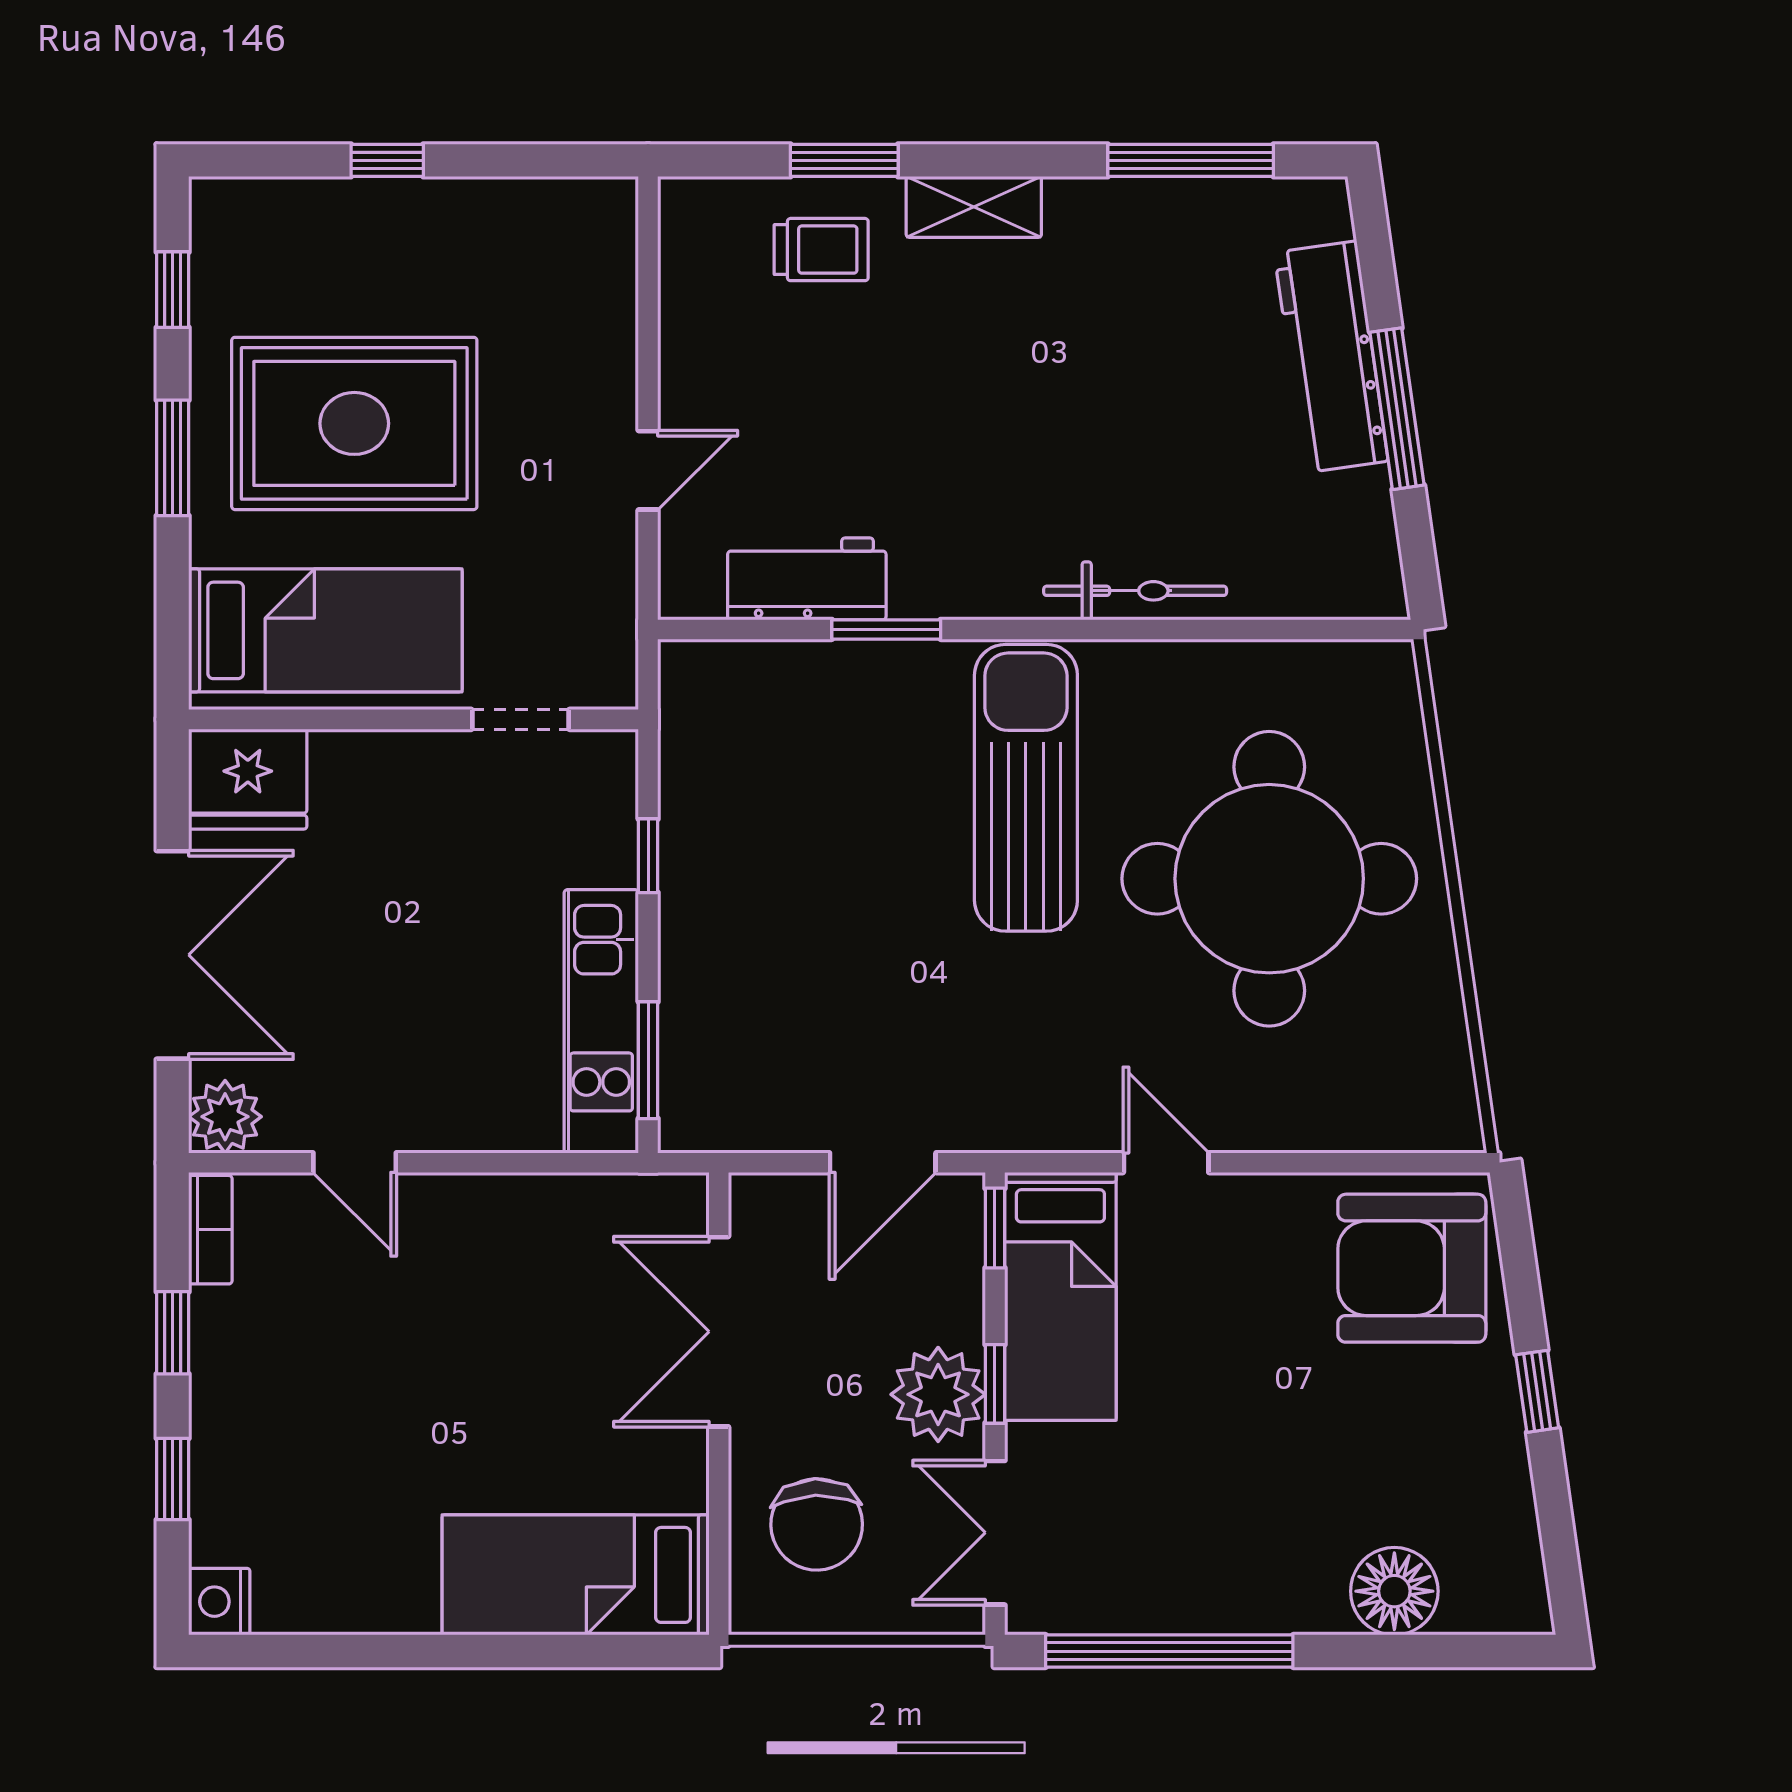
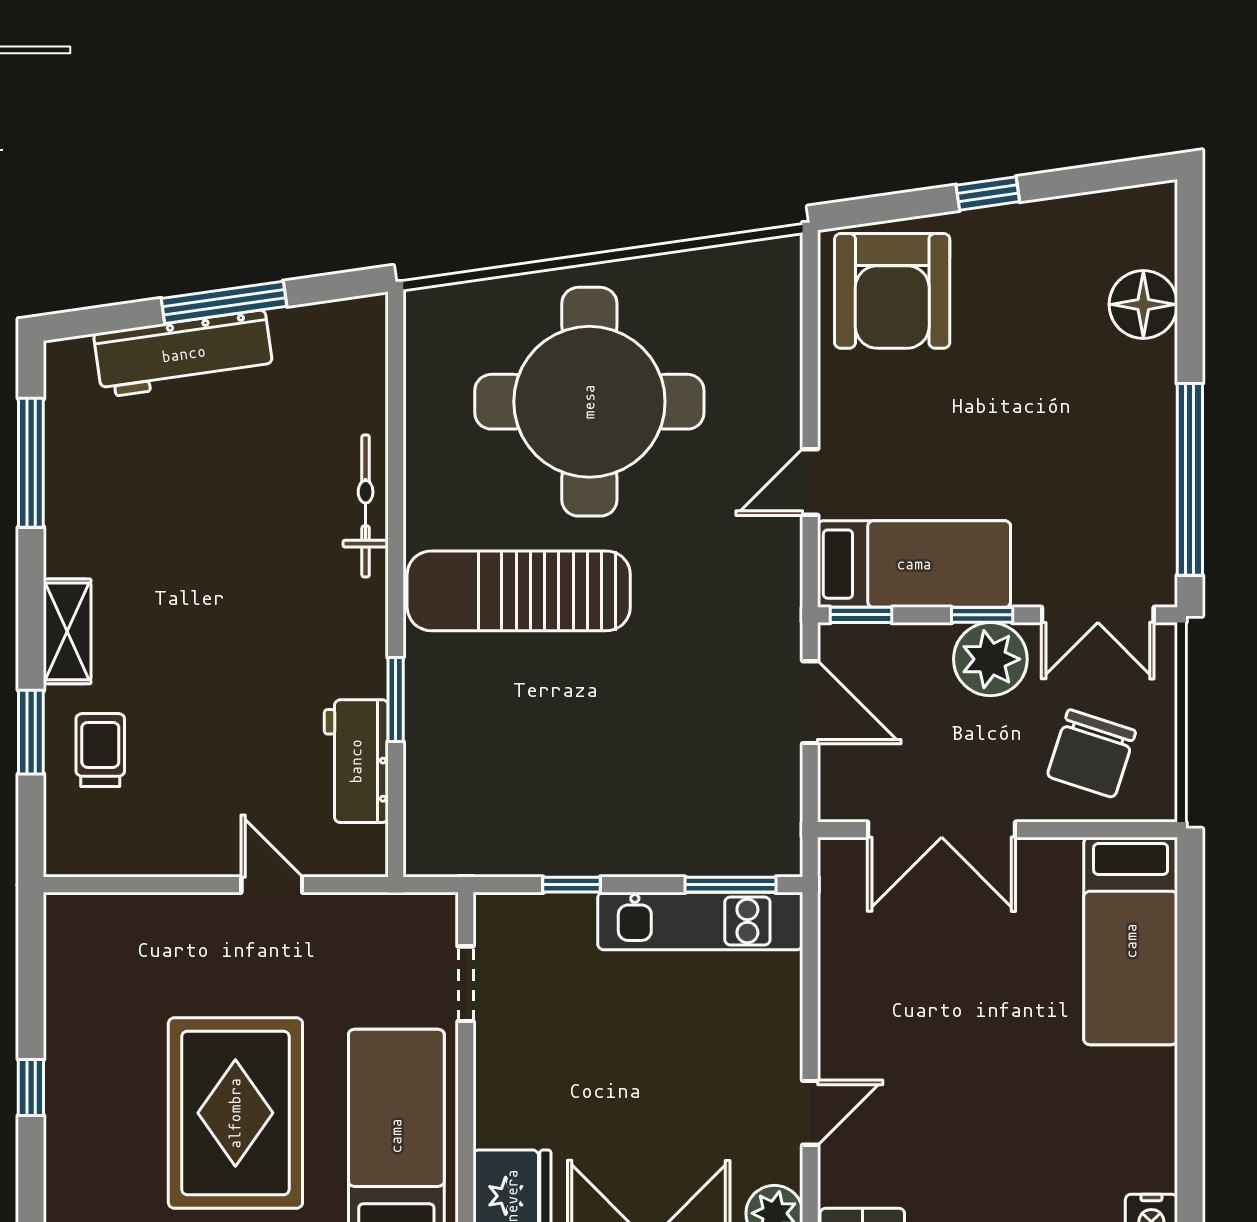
chair: (817, 1524) -> (1091, 754), turned 110

